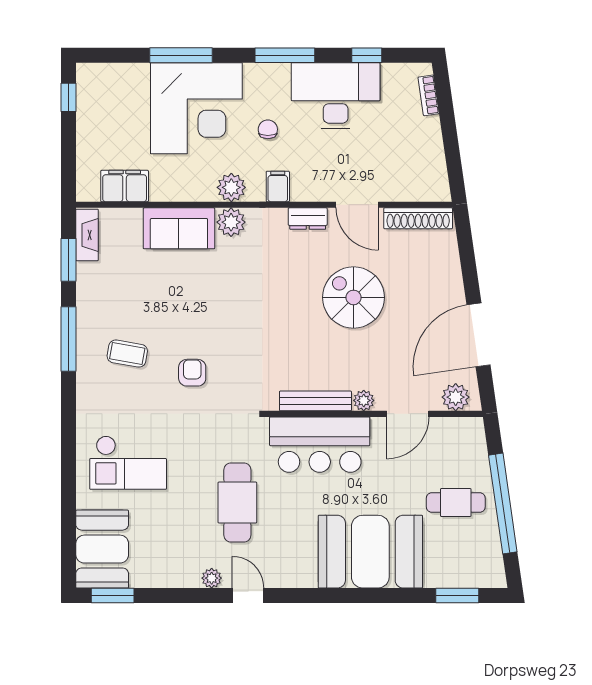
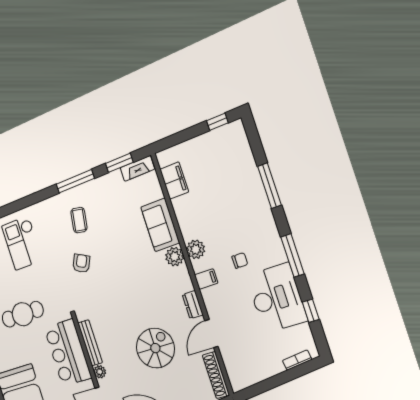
corner desk: (196, 108) -> (238, 209), removed
armchair: (192, 373) -> (81, 263), turned -63

